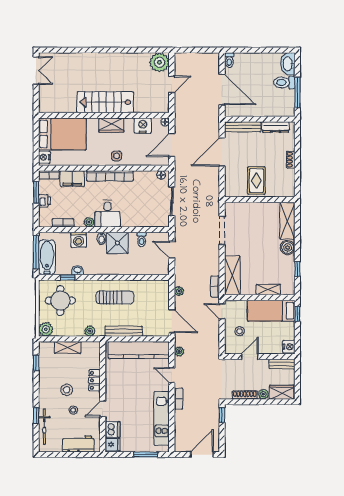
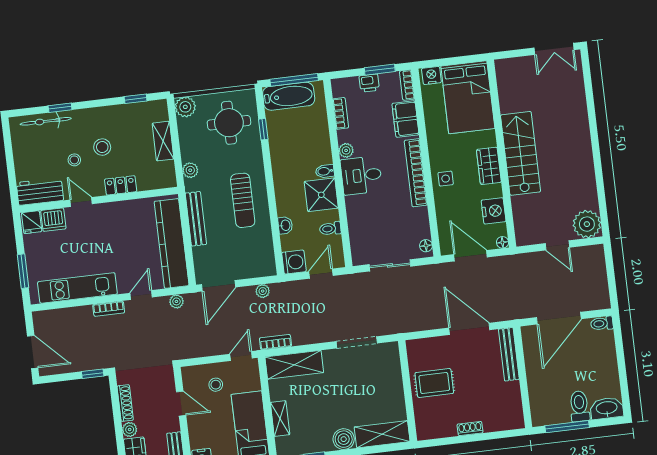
dresser: (276, 127) -> (514, 401), removed
washing machine: (79, 240) -> (294, 262), moved, turned 180
washbasin: (78, 270) -> (285, 225), moved
workbench: (78, 444) -> (40, 191), moved, turned -90

